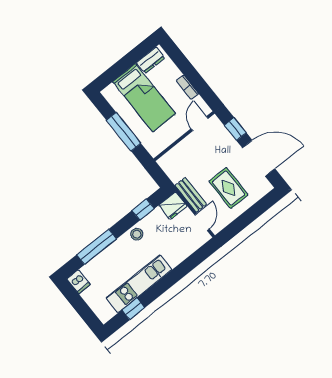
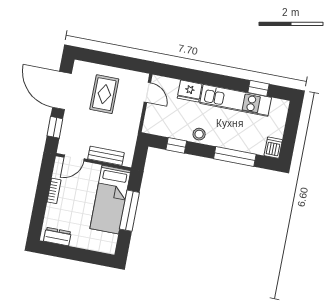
bed: (144, 98) -> (110, 200), moved, turned 180
bench: (191, 195) -> (106, 156), moved, turned 90
fridge: (173, 206) -> (190, 91), moved, turned 180
door: (202, 222) -> (147, 92), swing flipped

